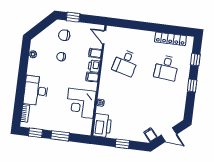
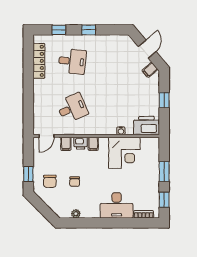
desk: (126, 63) -> (72, 108), turned -39

